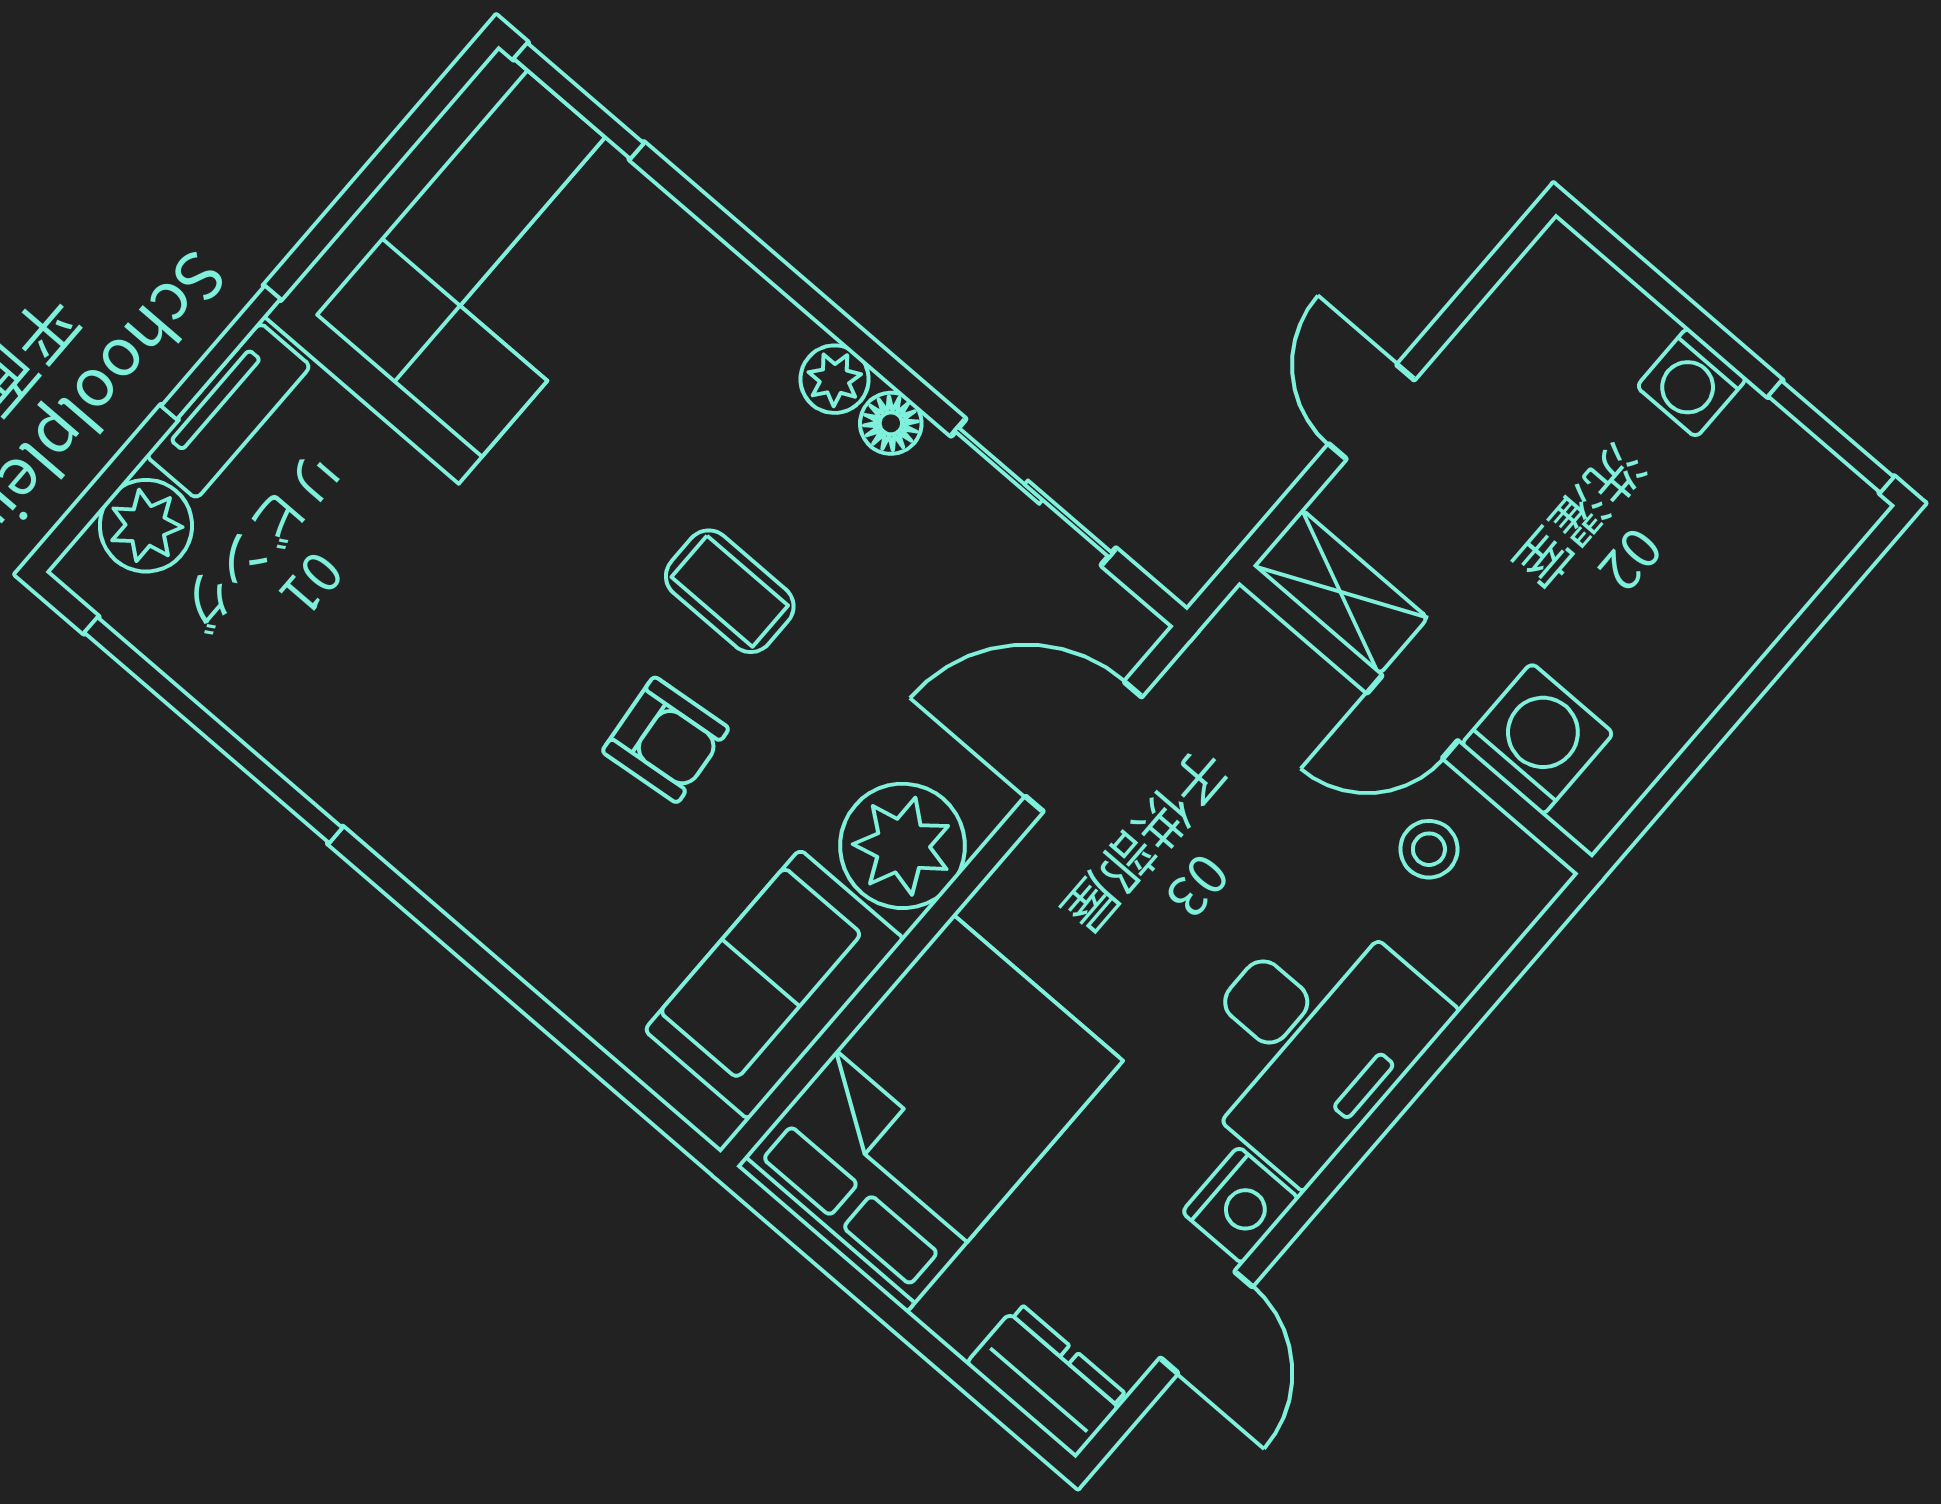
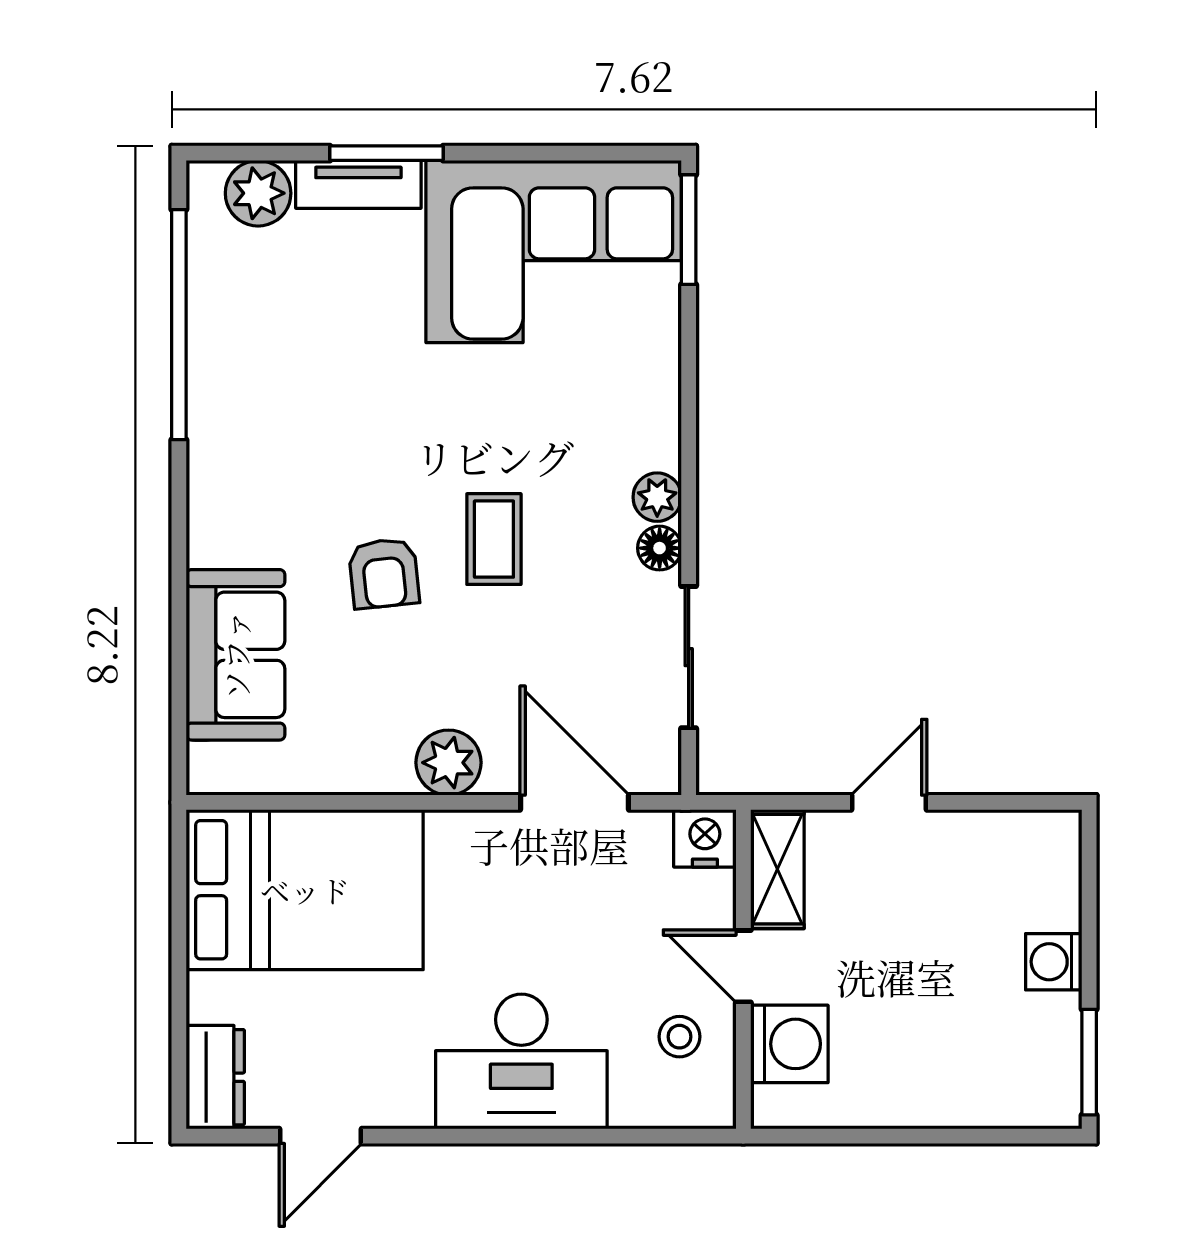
plant: (903, 846) -> (448, 763), width x0.73, depth x0.73
sofa: (774, 985) -> (236, 655), moved, turned 90
nightstand: (1240, 1205) -> (705, 838), moved, turned 180

